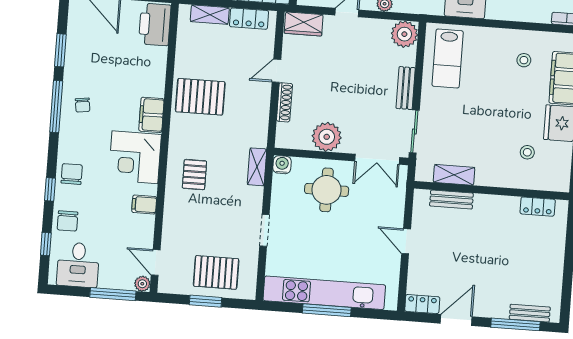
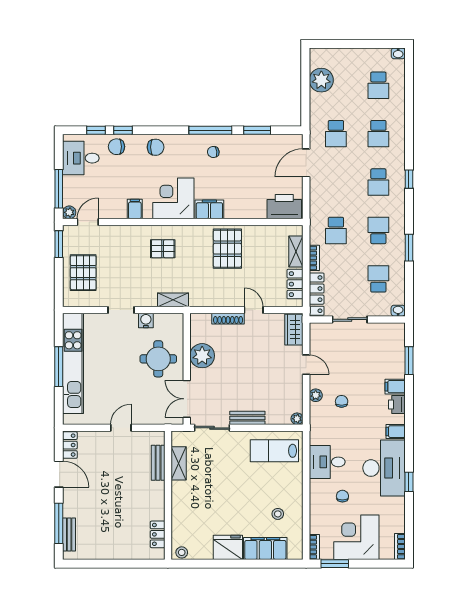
plant: (404, 34) -> (297, 419), width x0.53, depth x0.53
stool: (527, 152) -> (182, 552), moved
water cooler: (282, 165) -> (146, 320), moved, turned -90
window: (50, 189) -> (123, 130), moved
window: (206, 301) -> (59, 244), moved

